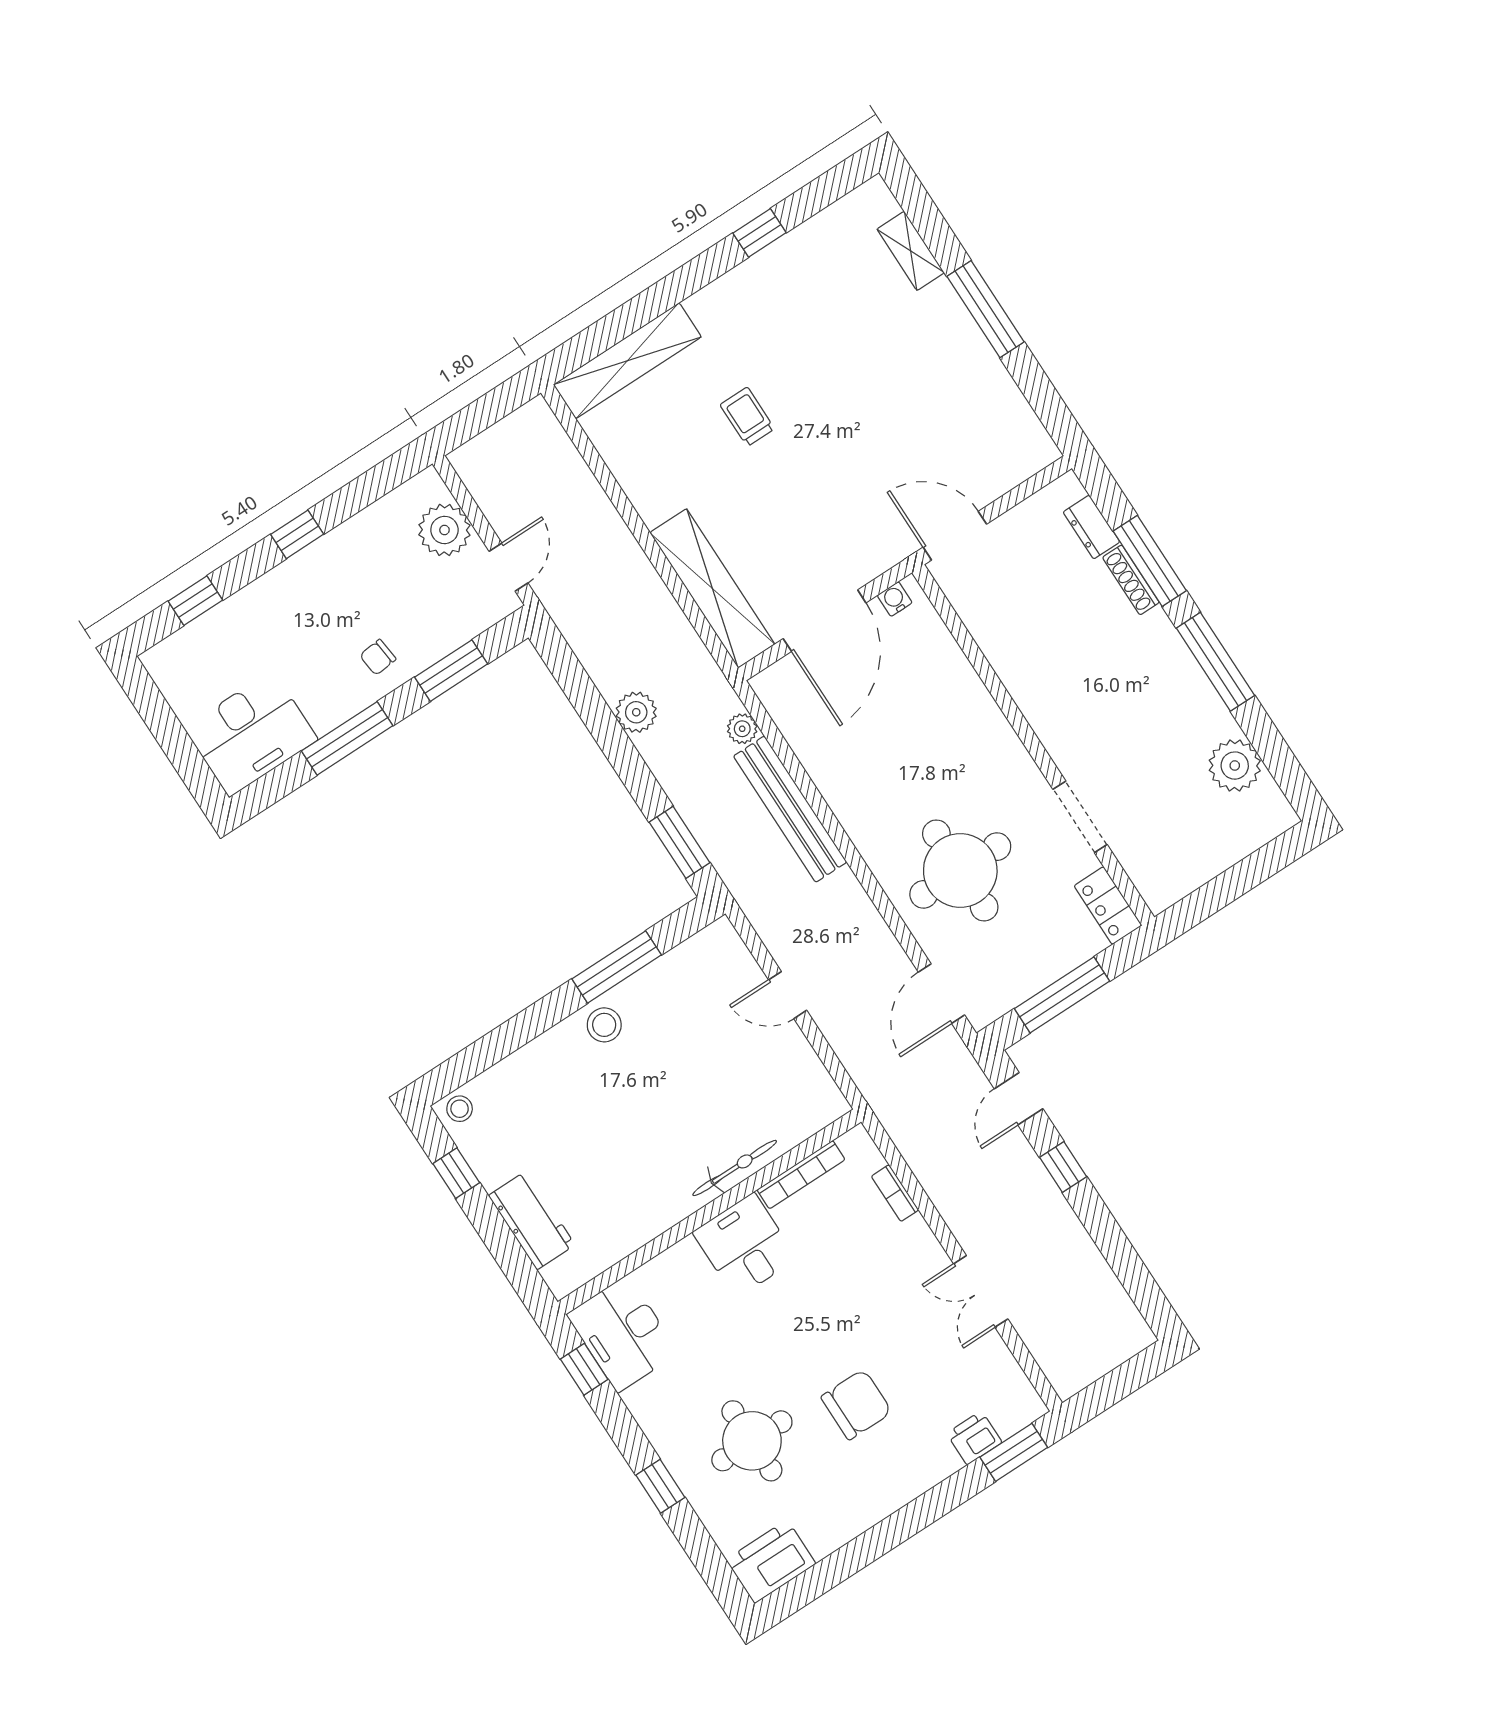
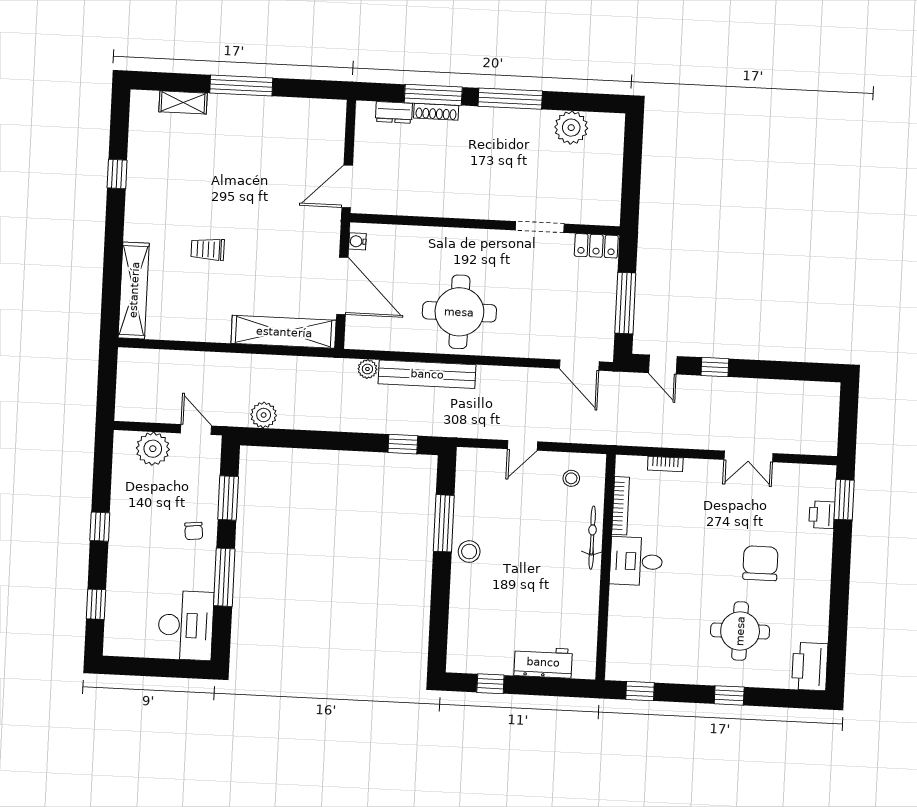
plant: (636, 712) -> (264, 415), moved
window: (679, 842) -> (403, 444), width x0.67
round table: (960, 870) -> (459, 312), moved
stool: (460, 1109) -> (571, 478), moved
desk: (623, 1334) -> (636, 658), removed

